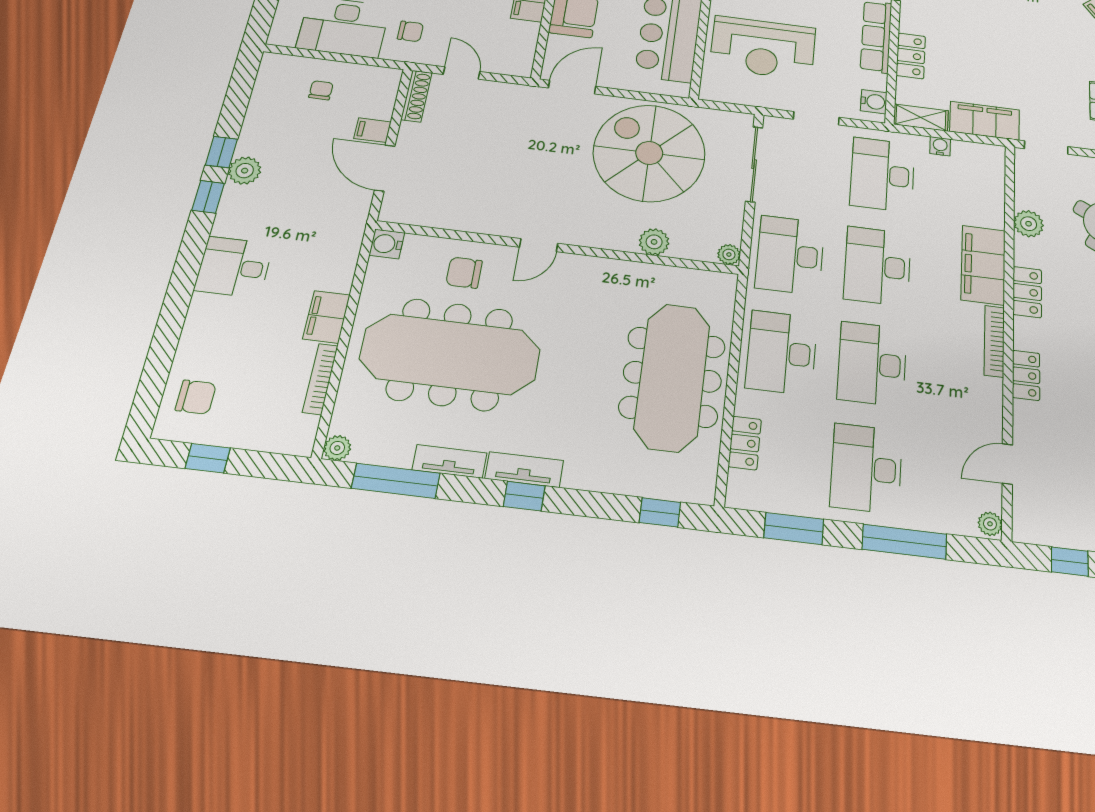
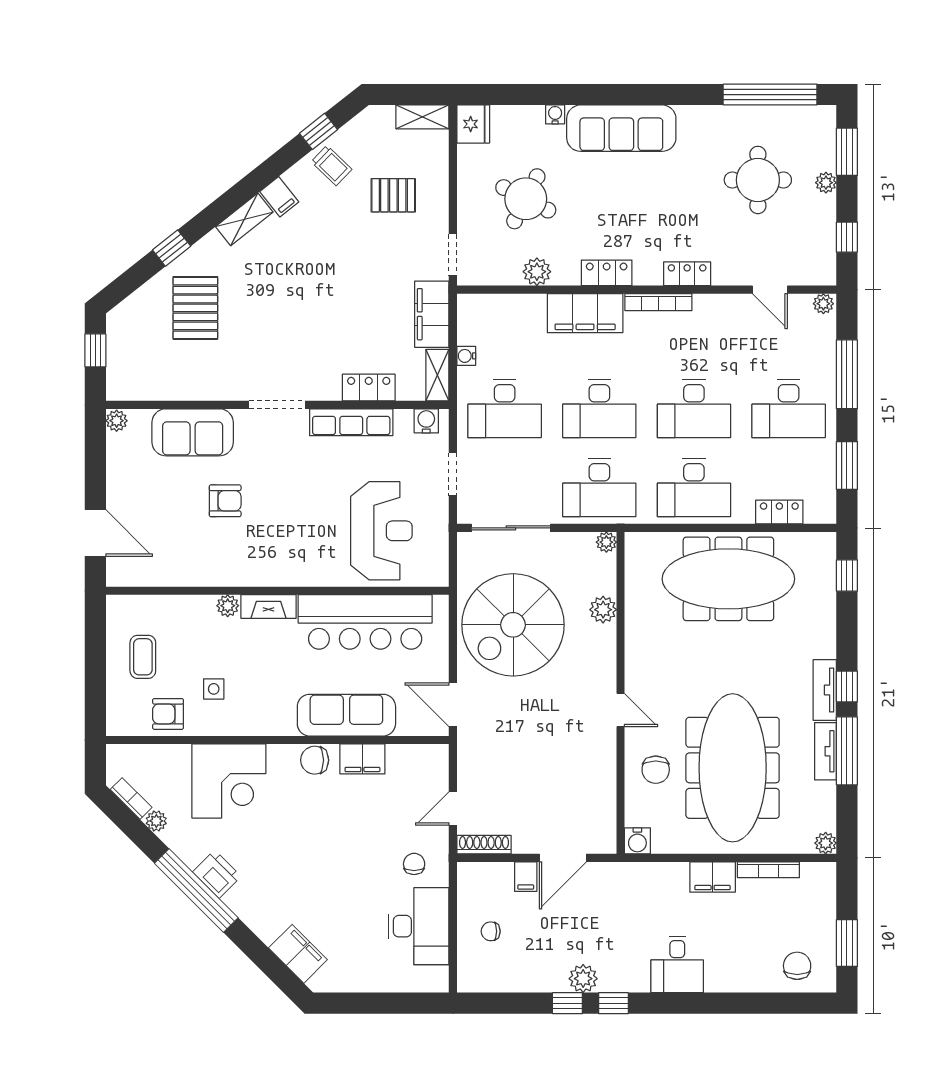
window: (208, 458) -> (847, 943), width x1.50
window: (396, 481) -> (847, 751), moved

